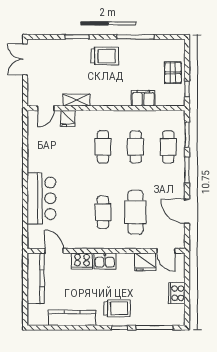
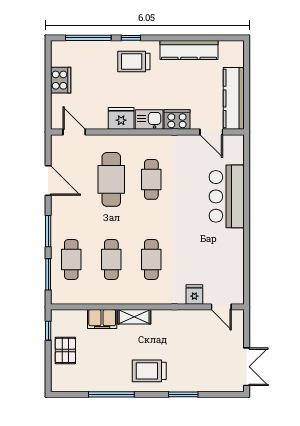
shelving: (77, 100) -> (134, 317), moved
door: (46, 108) -> (221, 307), swing flipped
fridge: (145, 262) -> (121, 118), moved

